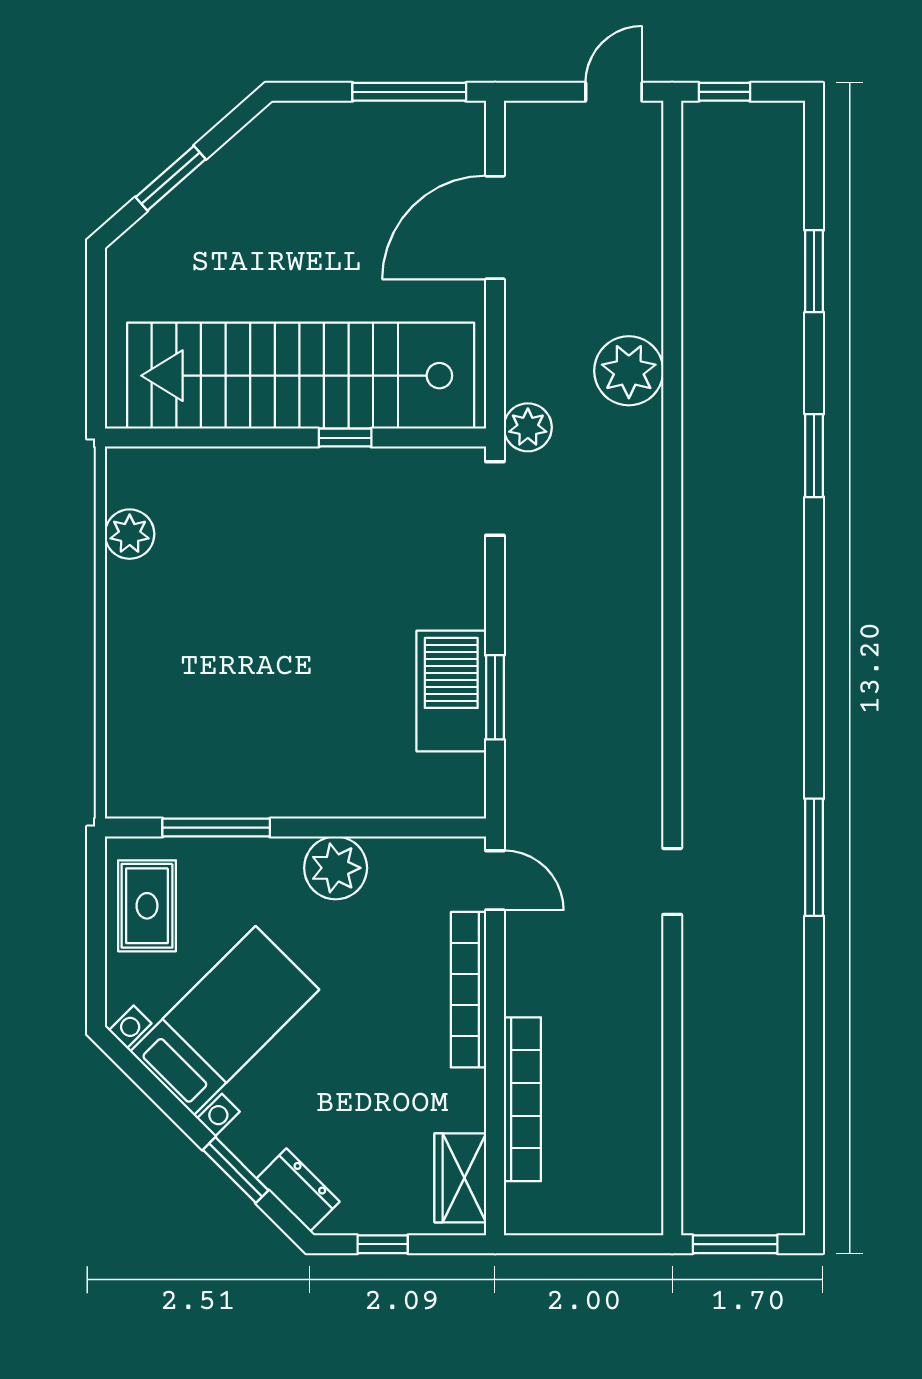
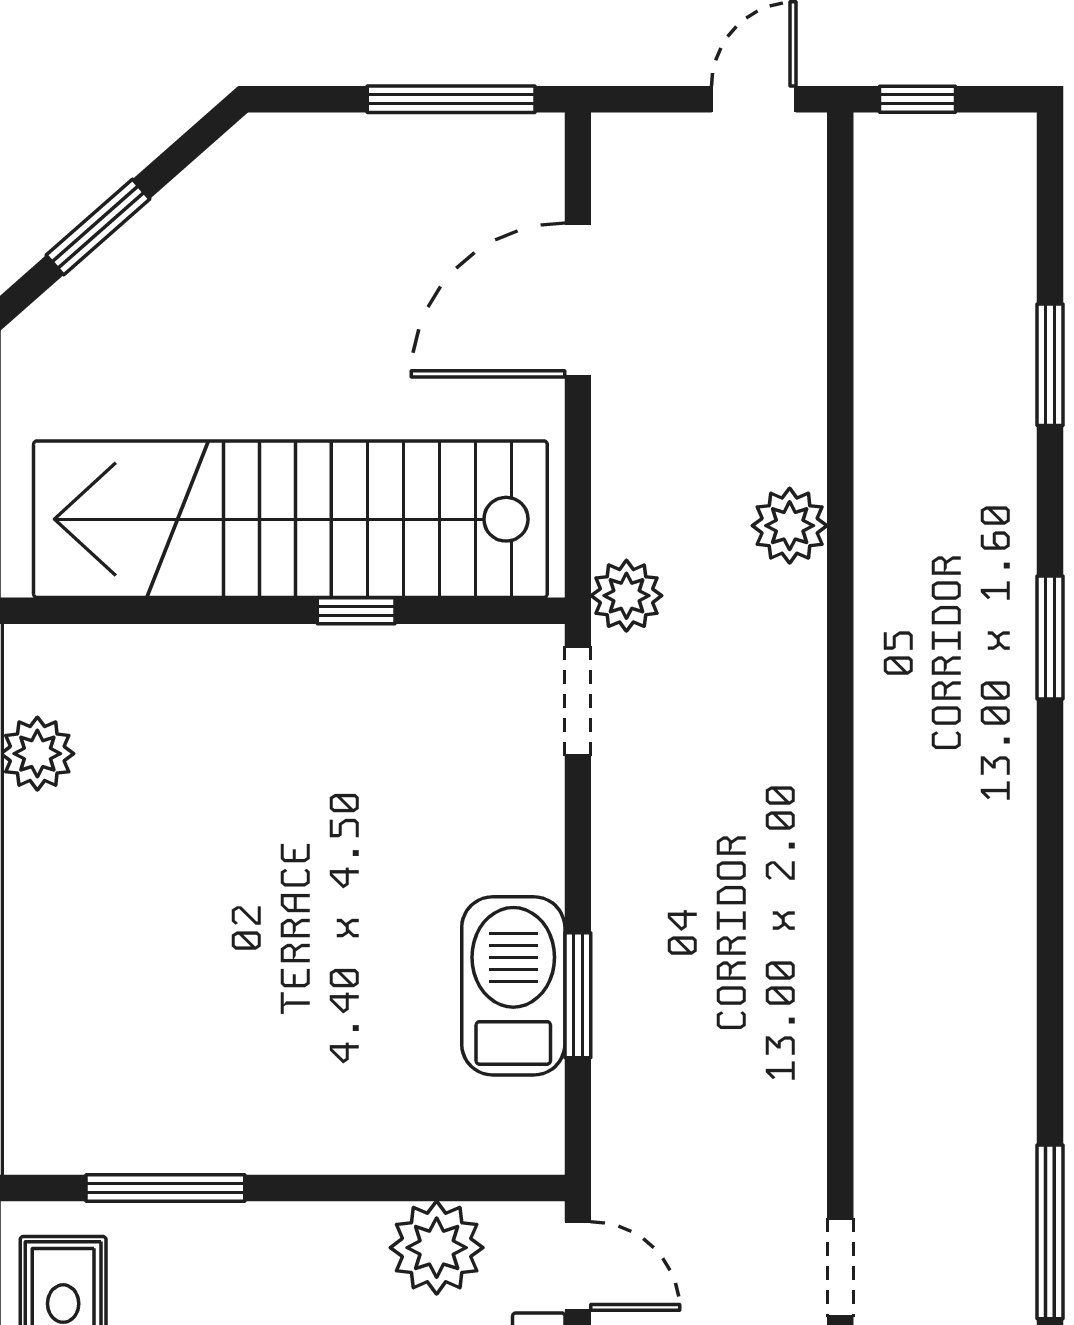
plant: (629, 371) -> (790, 526), width x0.73, depth x0.73
plant: (336, 868) -> (437, 1248), moved

